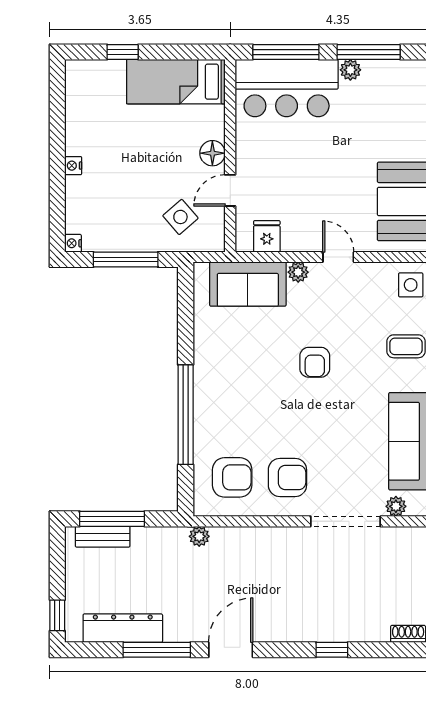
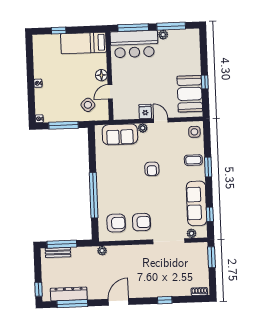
fridge: (267, 236) -> (145, 112), moved
window: (157, 650) -> (72, 304), moved

